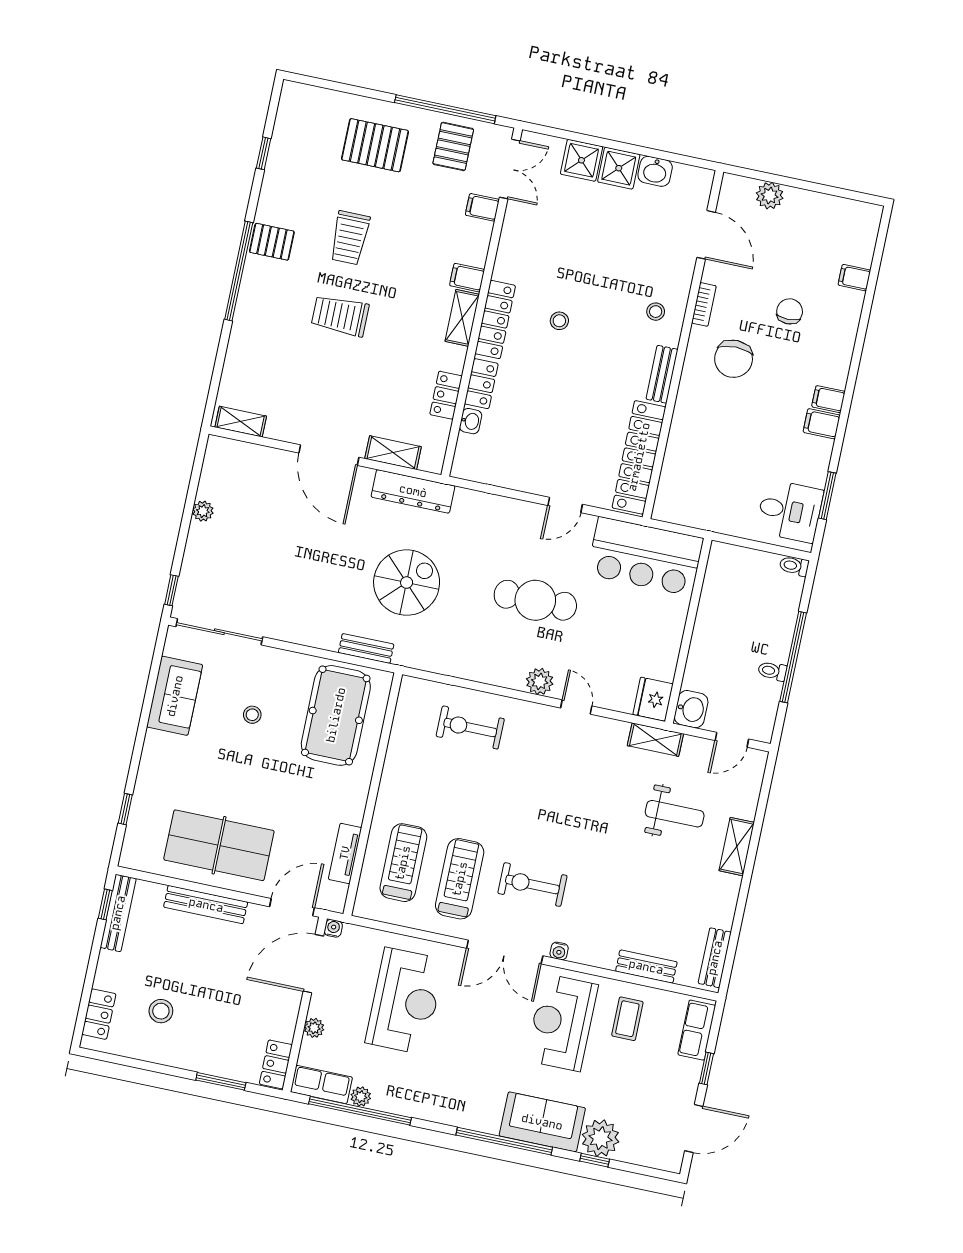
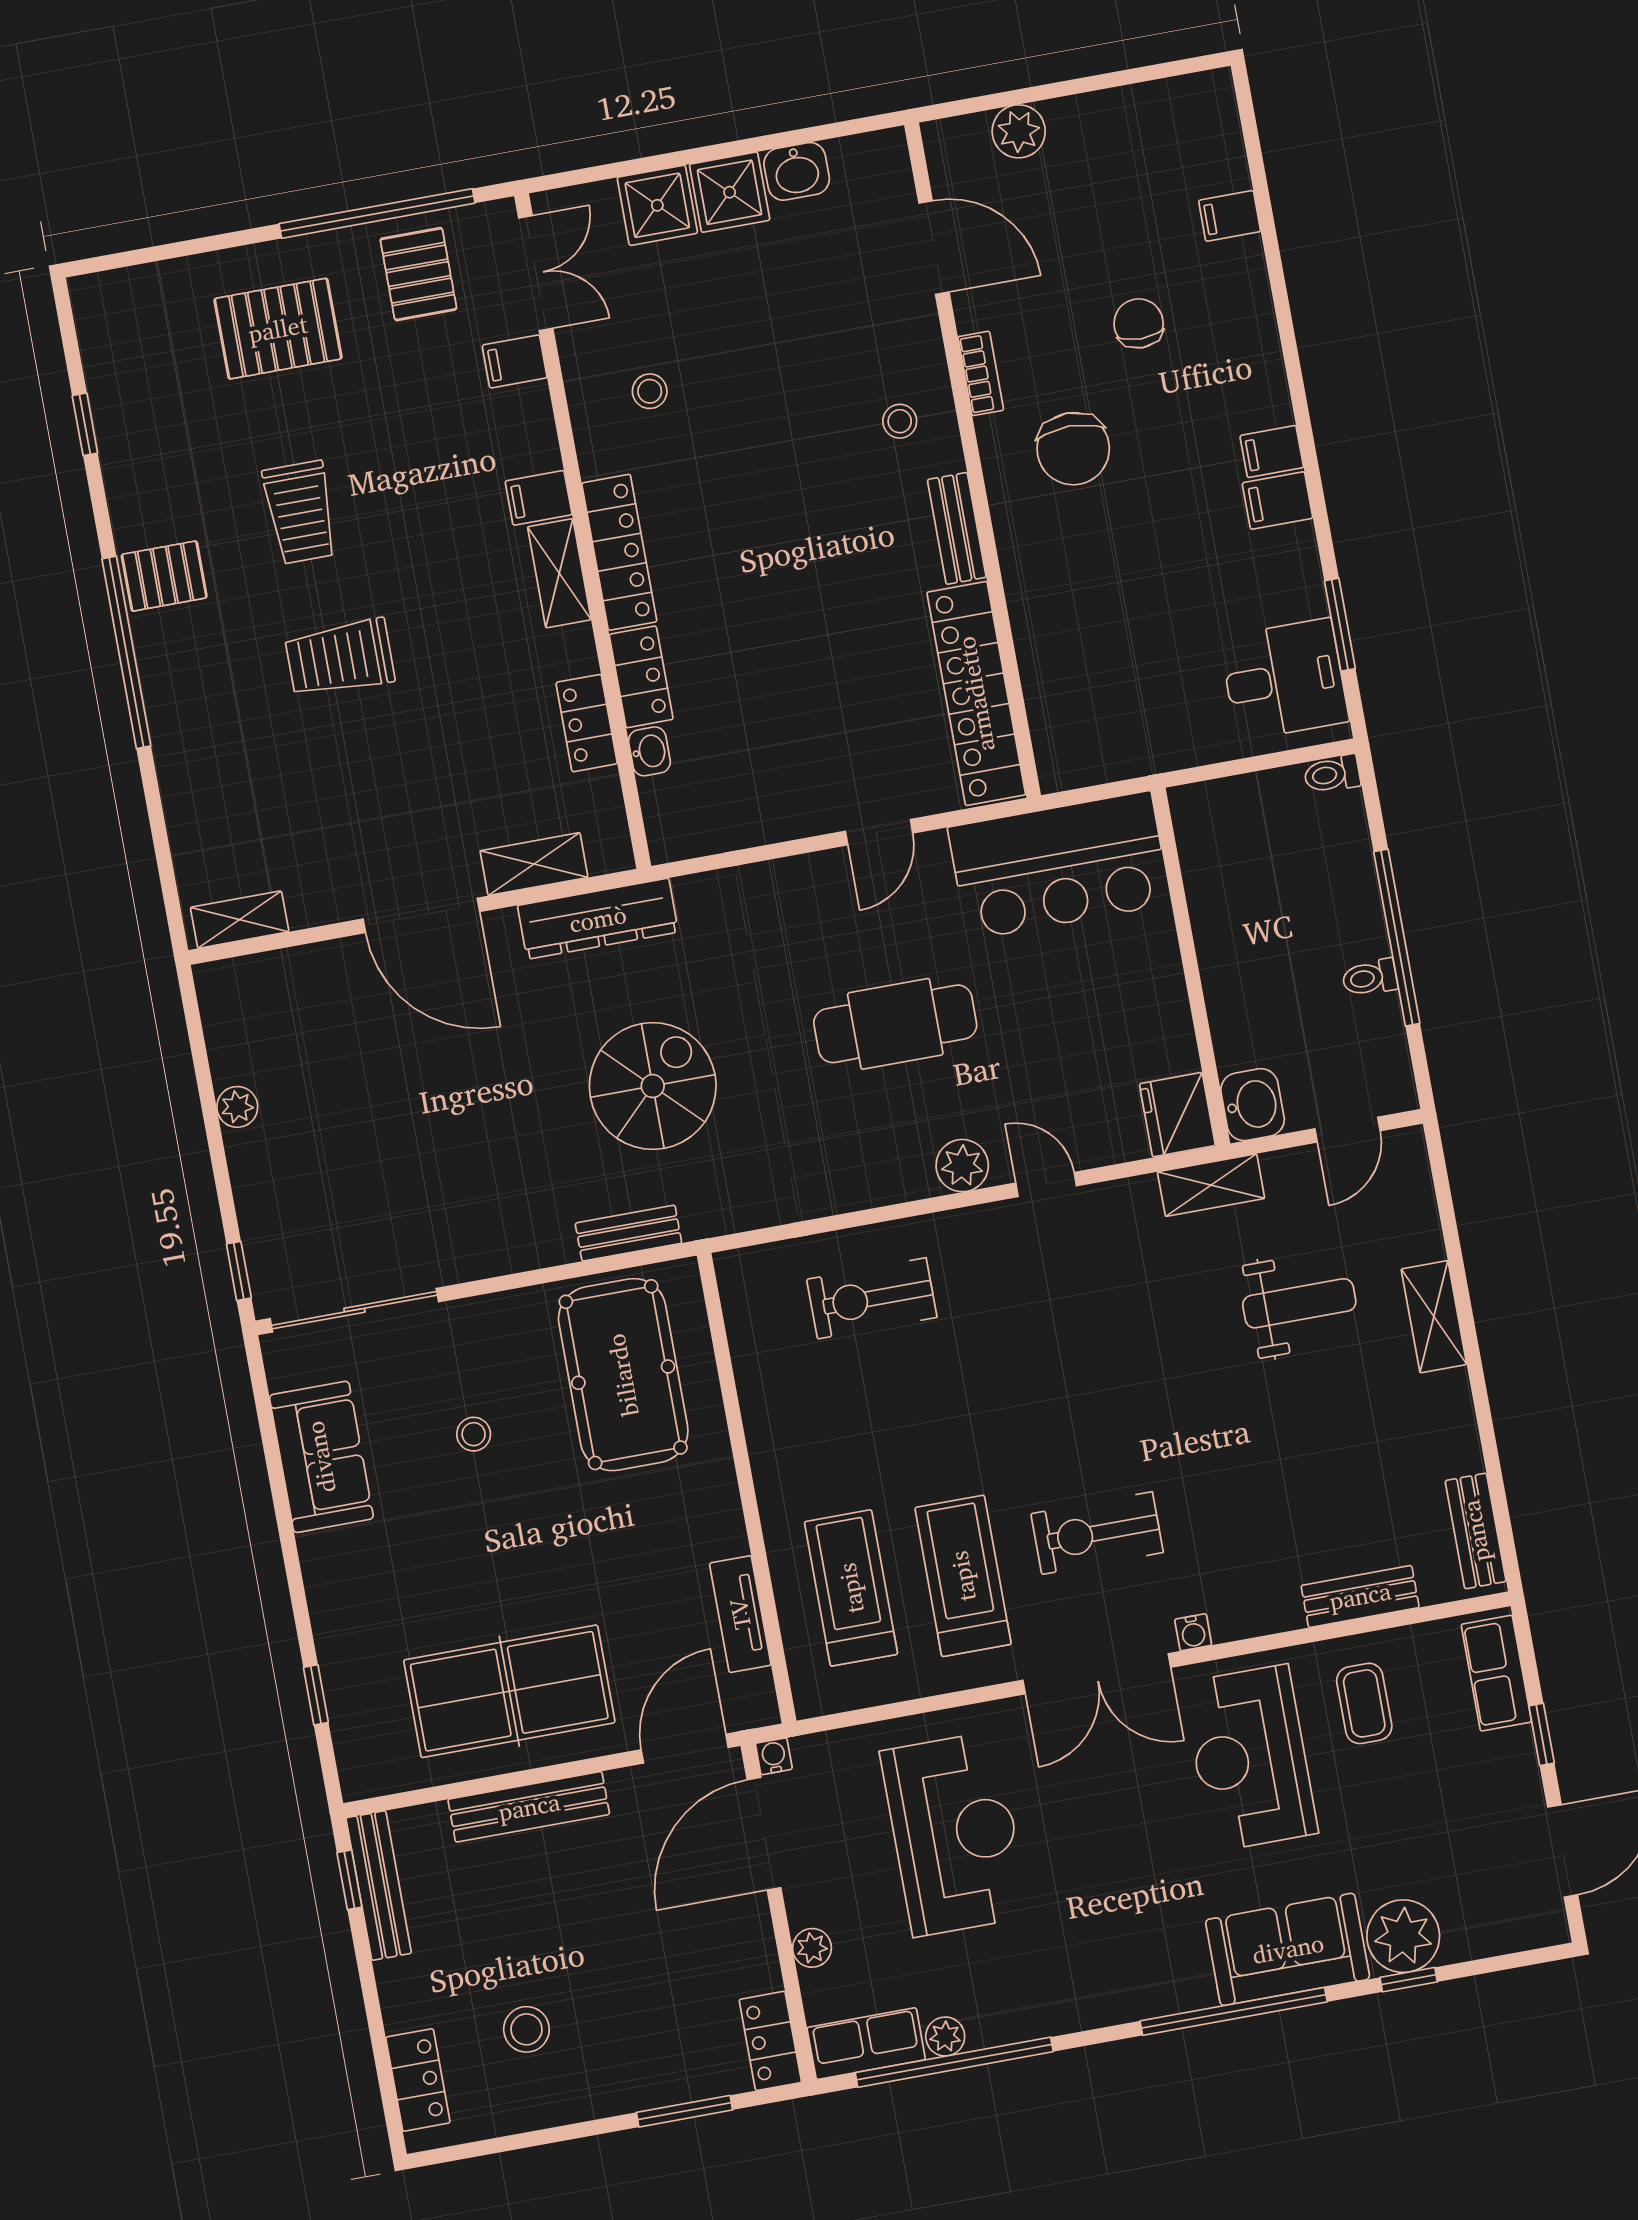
stool: (559, 321) -> (650, 391), moved

